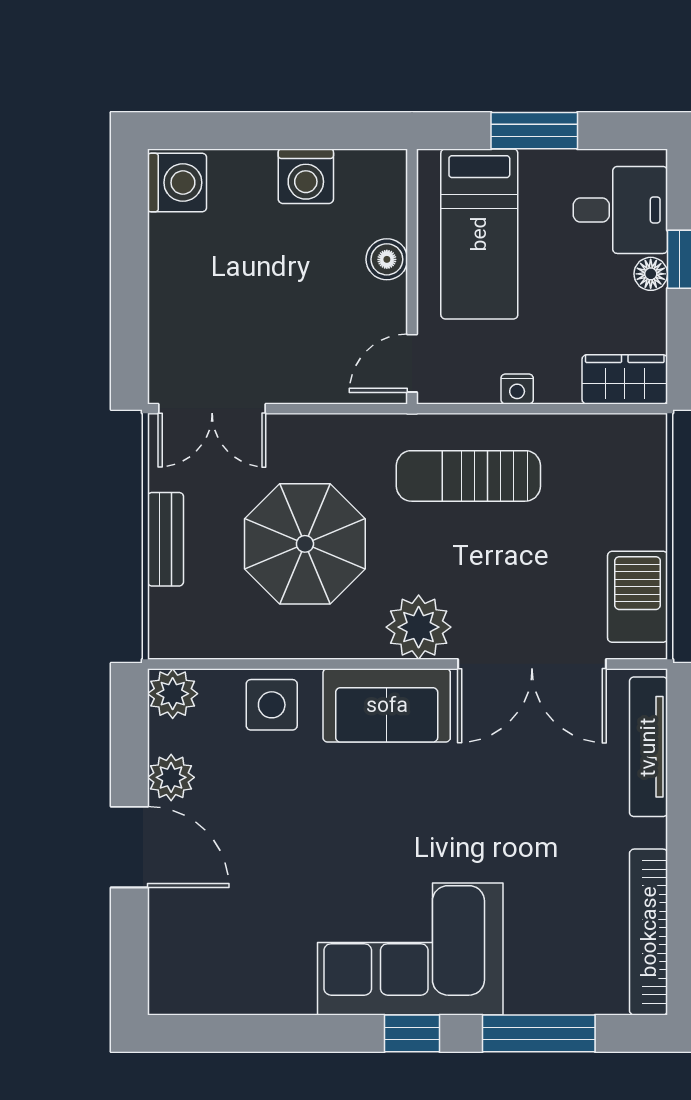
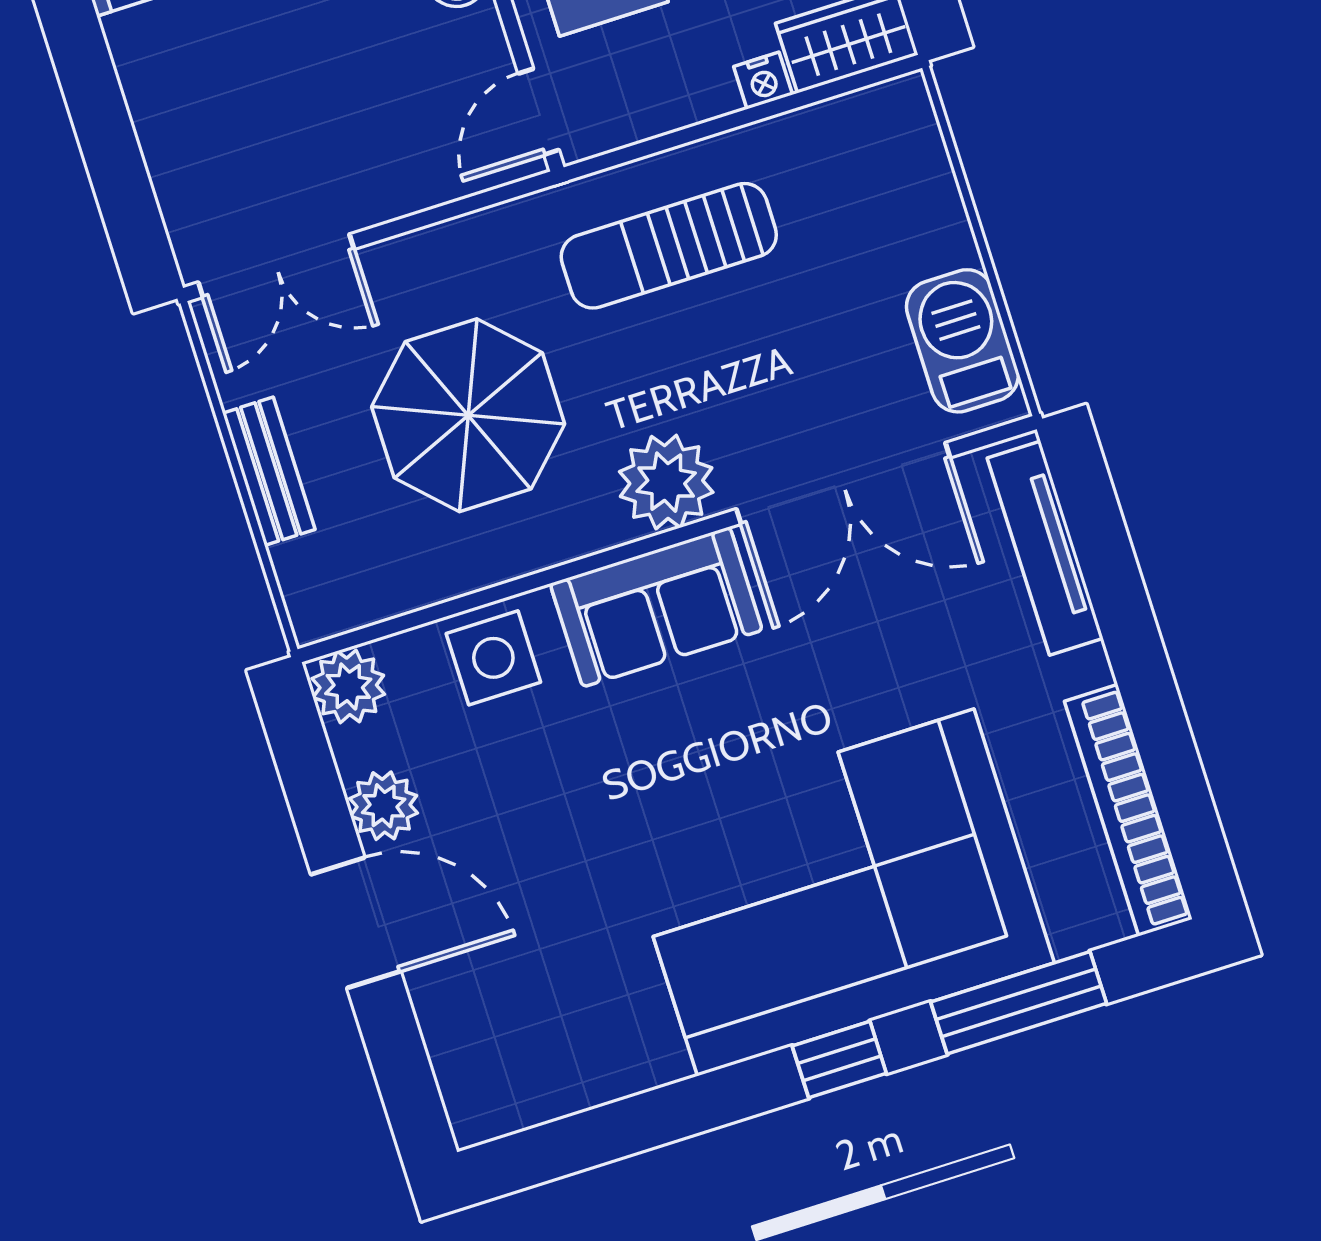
nightstand: (517, 389) -> (763, 81), moved
corner sofa: (410, 949) -> (836, 892), width x1.36, depth x1.36

